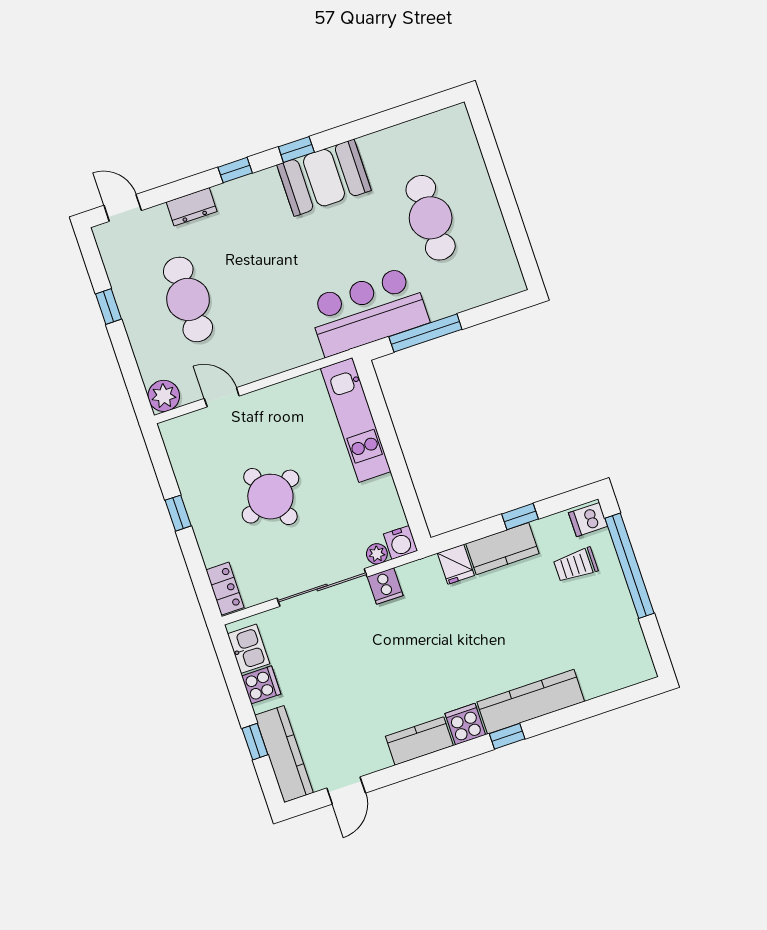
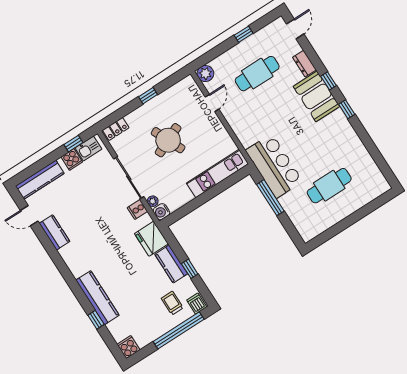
booth: (324, 178) -> (316, 96), moved
fridge: (456, 564) -> (151, 239), width x1.88, depth x1.34
cooker: (465, 724) -> (128, 347), moved, turned -90
window: (507, 736) -> (96, 320), moved
kitchen counter: (419, 741) -> (55, 232), moved
window: (255, 742) -> (73, 144), moved

